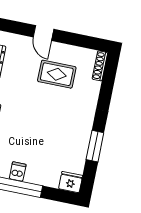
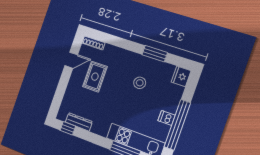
door: (44, 33) -> (71, 60), moved
stool: (56, 133) -> (140, 83), added

